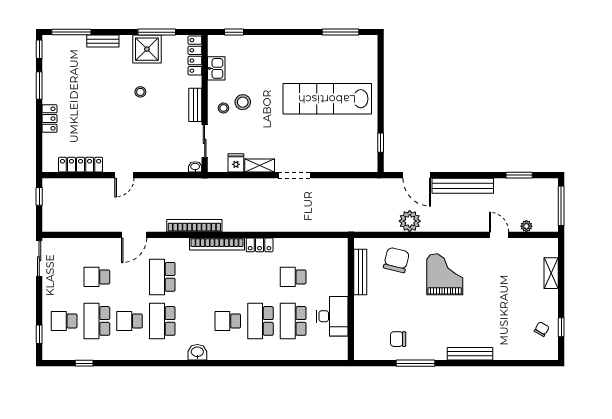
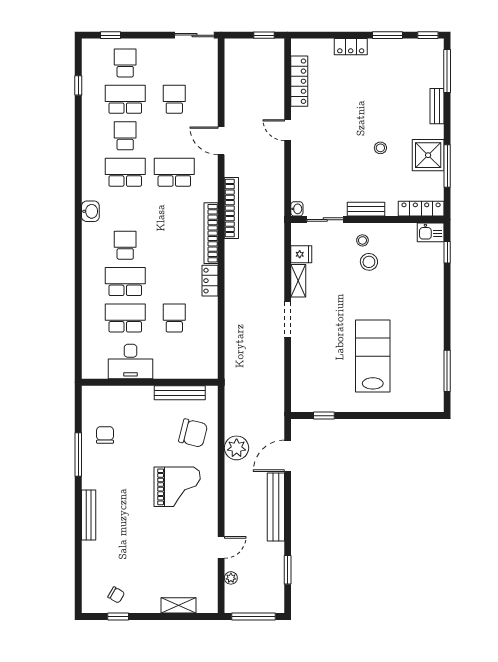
kitchen sink: (216, 68) -> (431, 232), moved
lab bench: (327, 99) -> (373, 356), width x0.73

